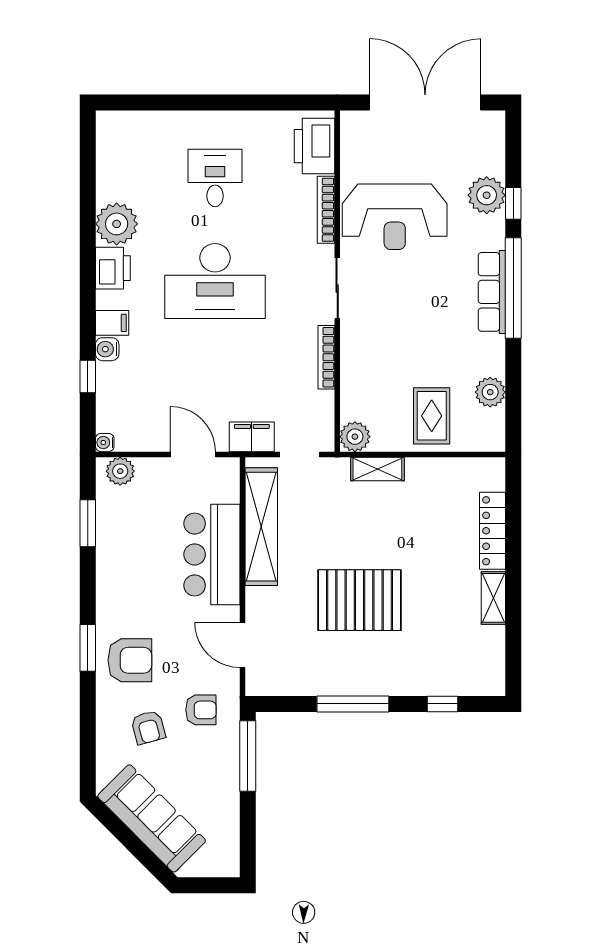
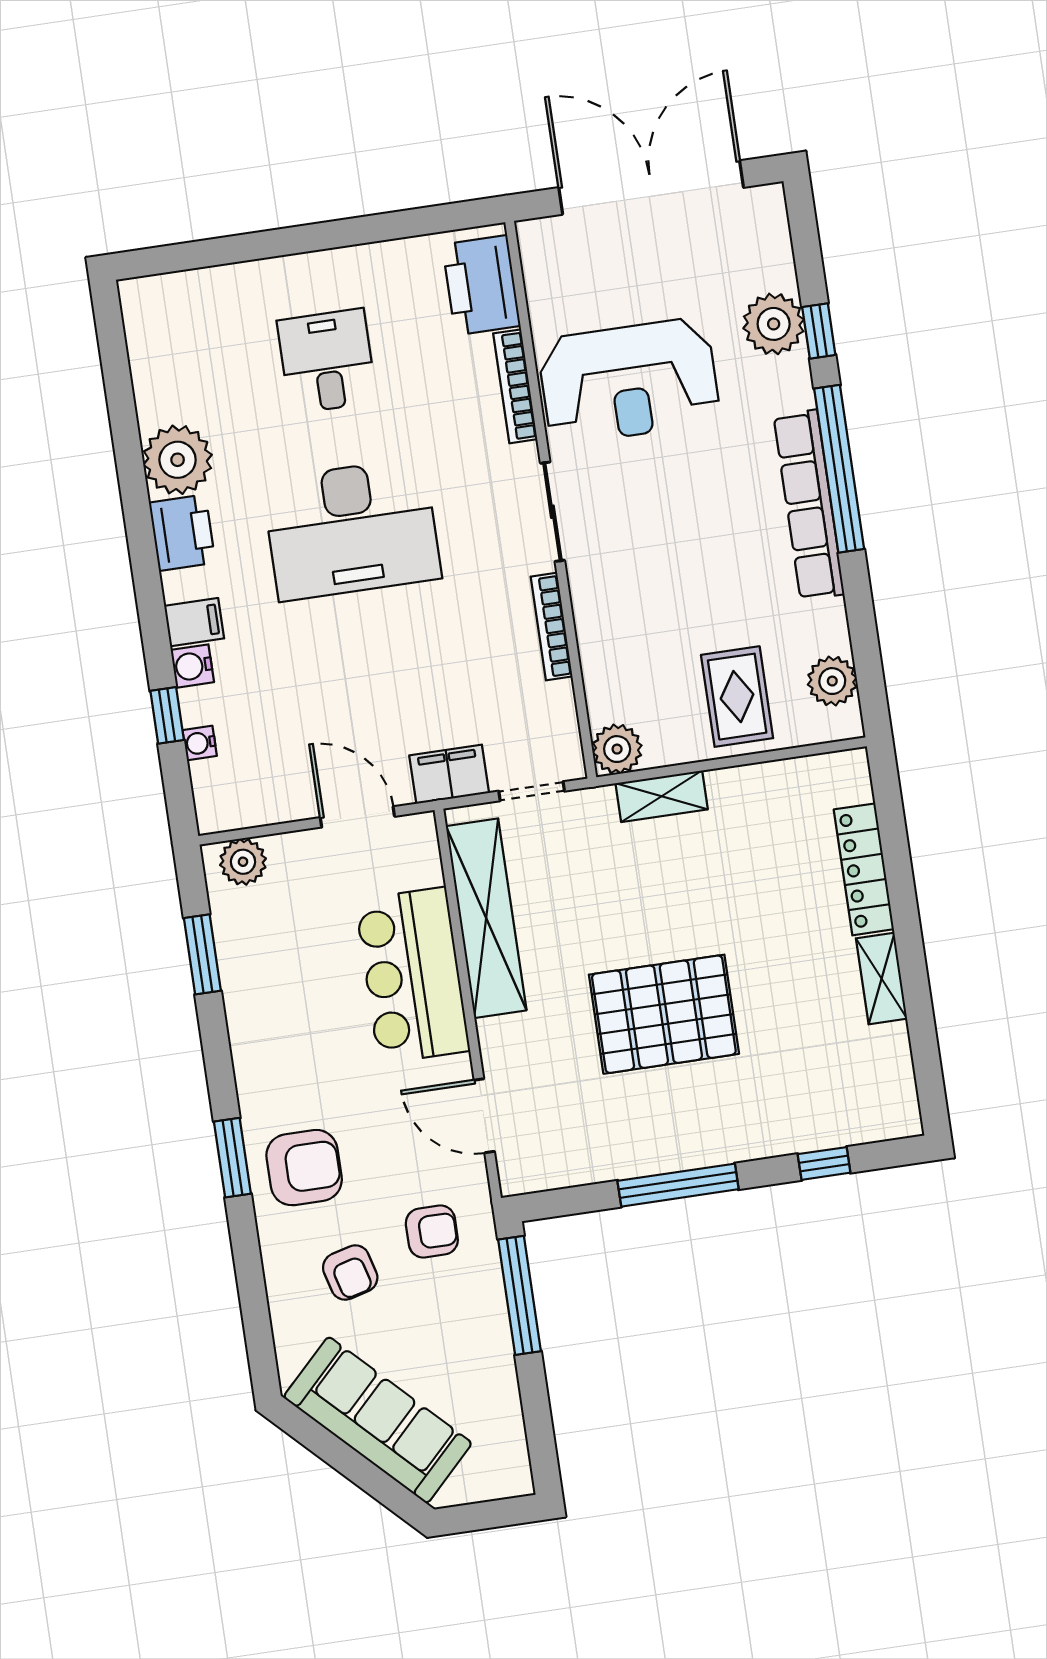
row of seats: (492, 292) -> (809, 505), width x1.36
plant: (490, 392) -> (832, 681), moved
water cooler: (105, 443) -> (200, 743), moved

